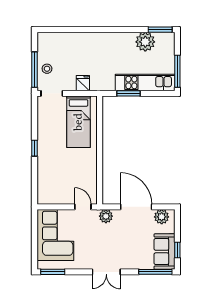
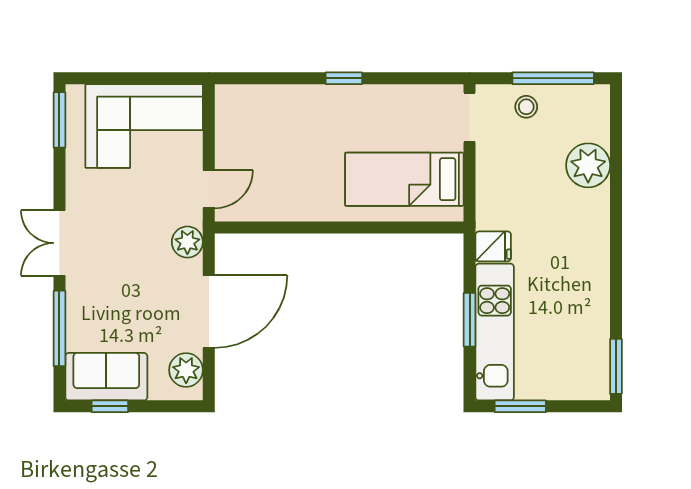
plant: (145, 42) -> (588, 165), moved
window: (35, 70) -> (553, 78), moved
window: (177, 71) -> (520, 406), width x0.69
fridge: (83, 83) -> (493, 246), moved
window: (129, 93) -> (470, 320), moved
window: (155, 272) -> (59, 328), moved

